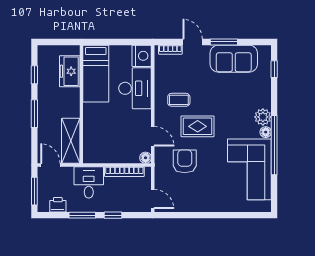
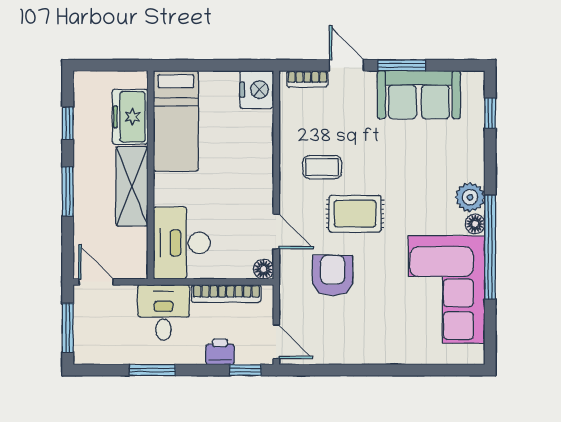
desk: (135, 88) -> (182, 243), moved, turned 180
shelving: (71, 141) -> (132, 186), moved
printer: (58, 205) -> (220, 352), moved
window: (113, 215) -> (245, 370), moved

